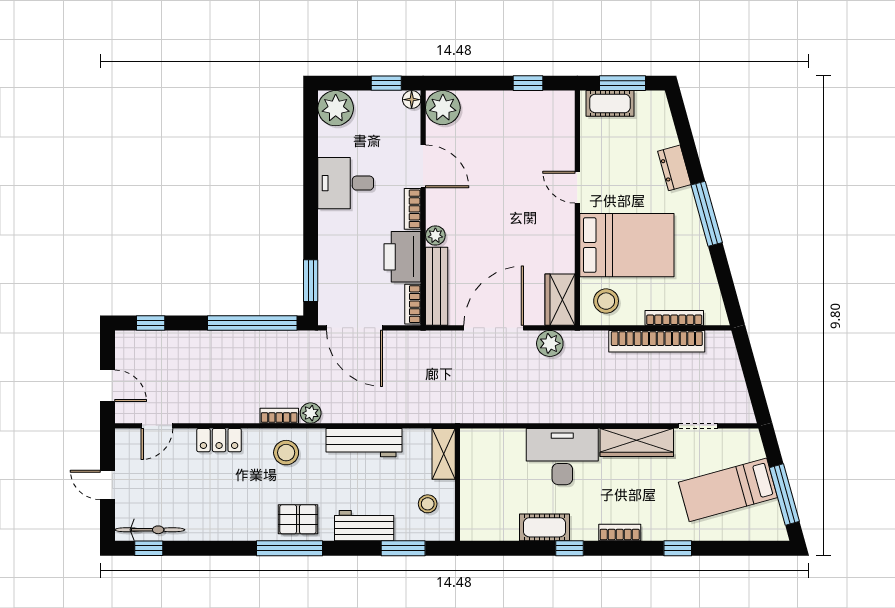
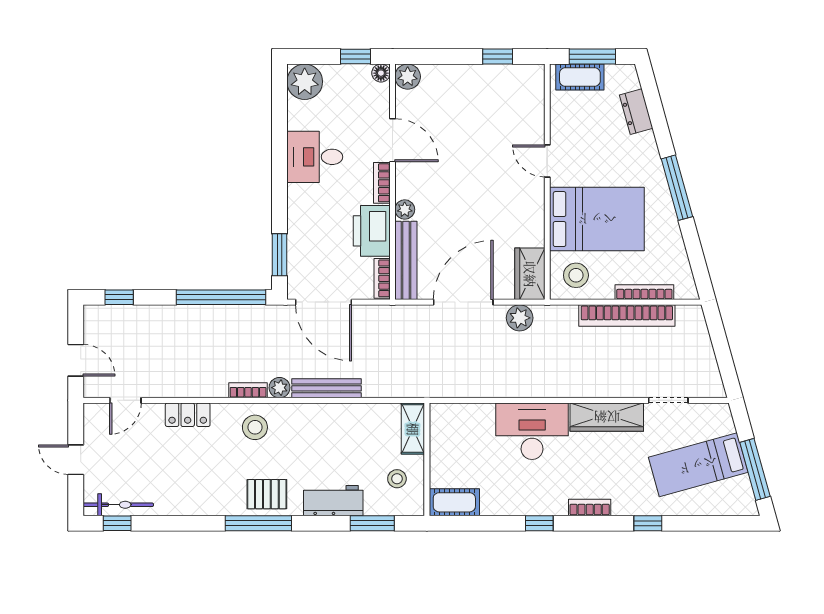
plant: (443, 108) -> (408, 77), width x0.73, depth x0.73
dresser: (674, 168) -> (636, 112), moved
bench: (357, 414) -> (326, 388), added
workbench: (364, 443) -> (333, 417), removed
cot: (545, 527) -> (454, 502), moved

